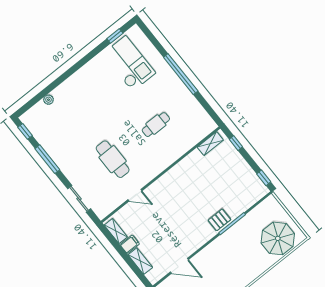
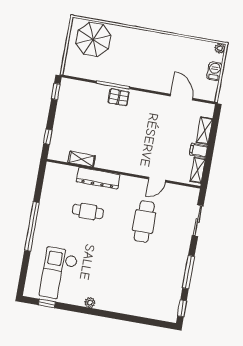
plant: (48, 100) -> (90, 303), moved
shelving: (210, 144) -> (82, 159), moved
dresser: (174, 153) -> (98, 178), added
door: (135, 195) -> (157, 180), swing flipped

